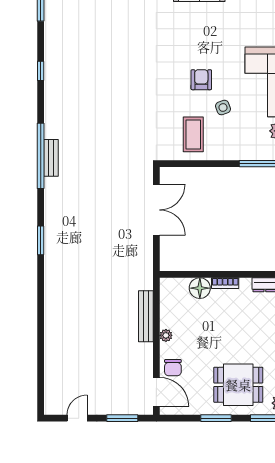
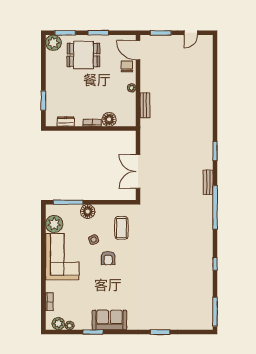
coffee table: (193, 134) -> (121, 228), moved
floor lamp: (232, 150) -> (88, 211), added
bench: (51, 158) -> (208, 182), moved
bench: (146, 316) -> (145, 105), width x0.73

